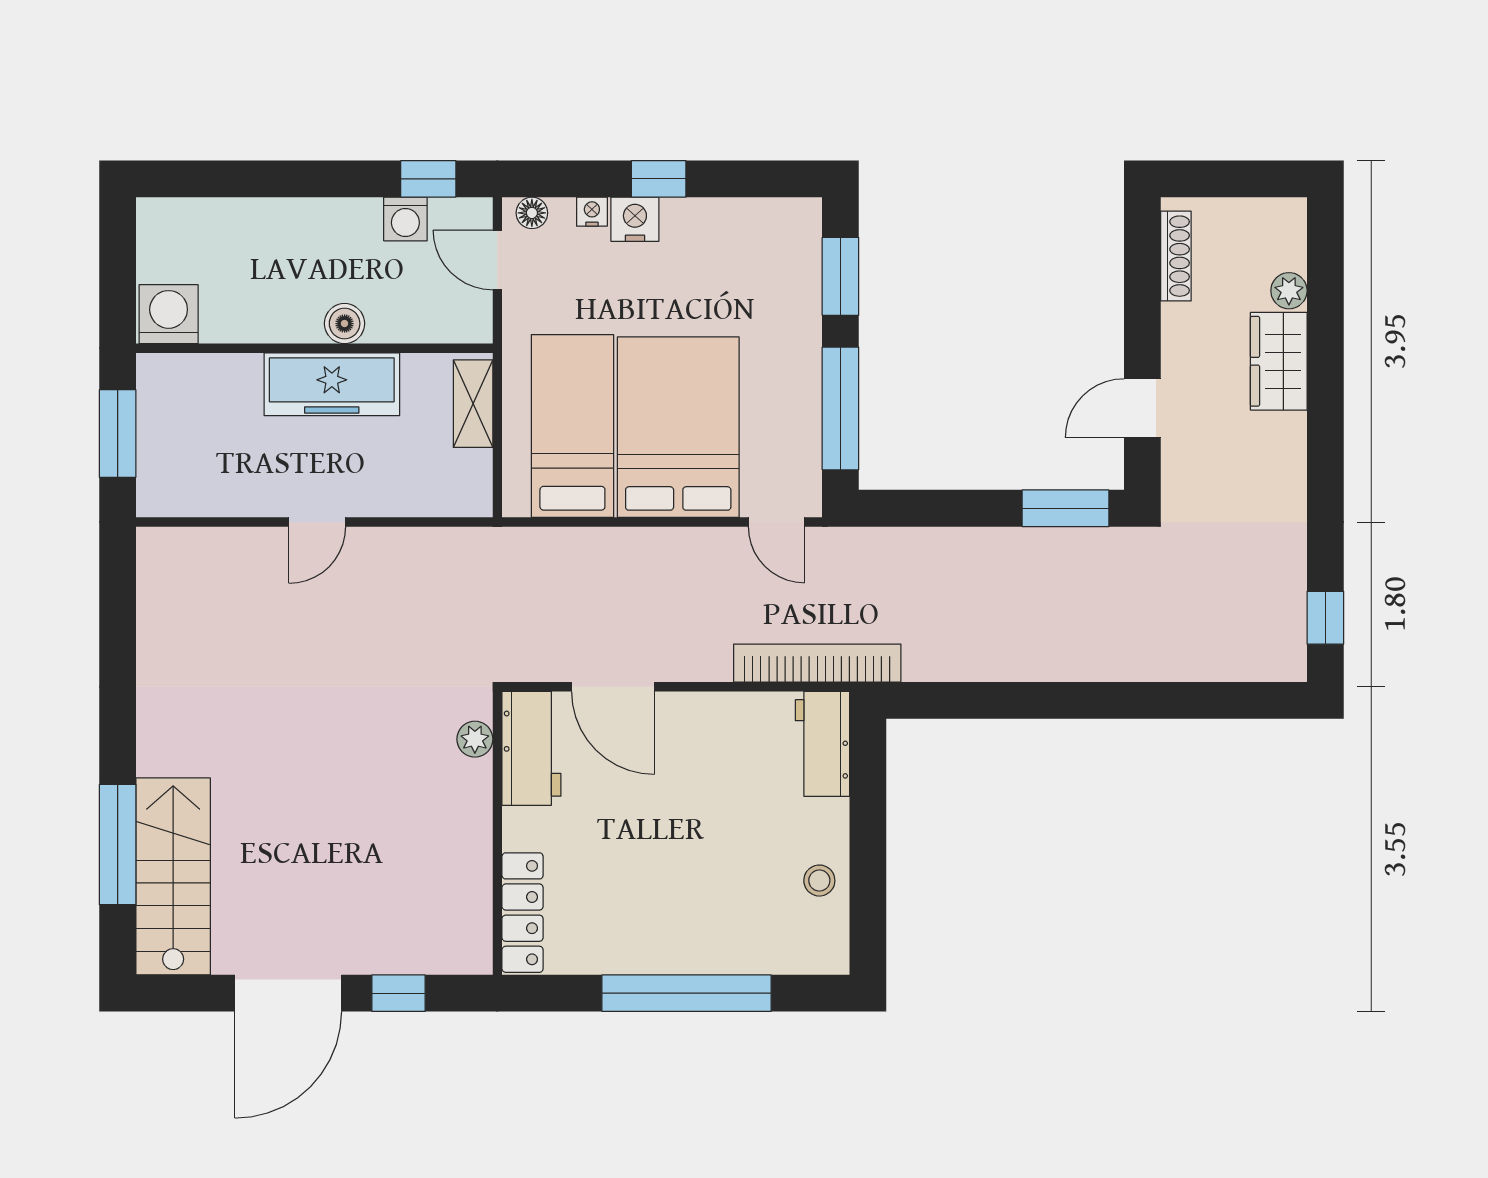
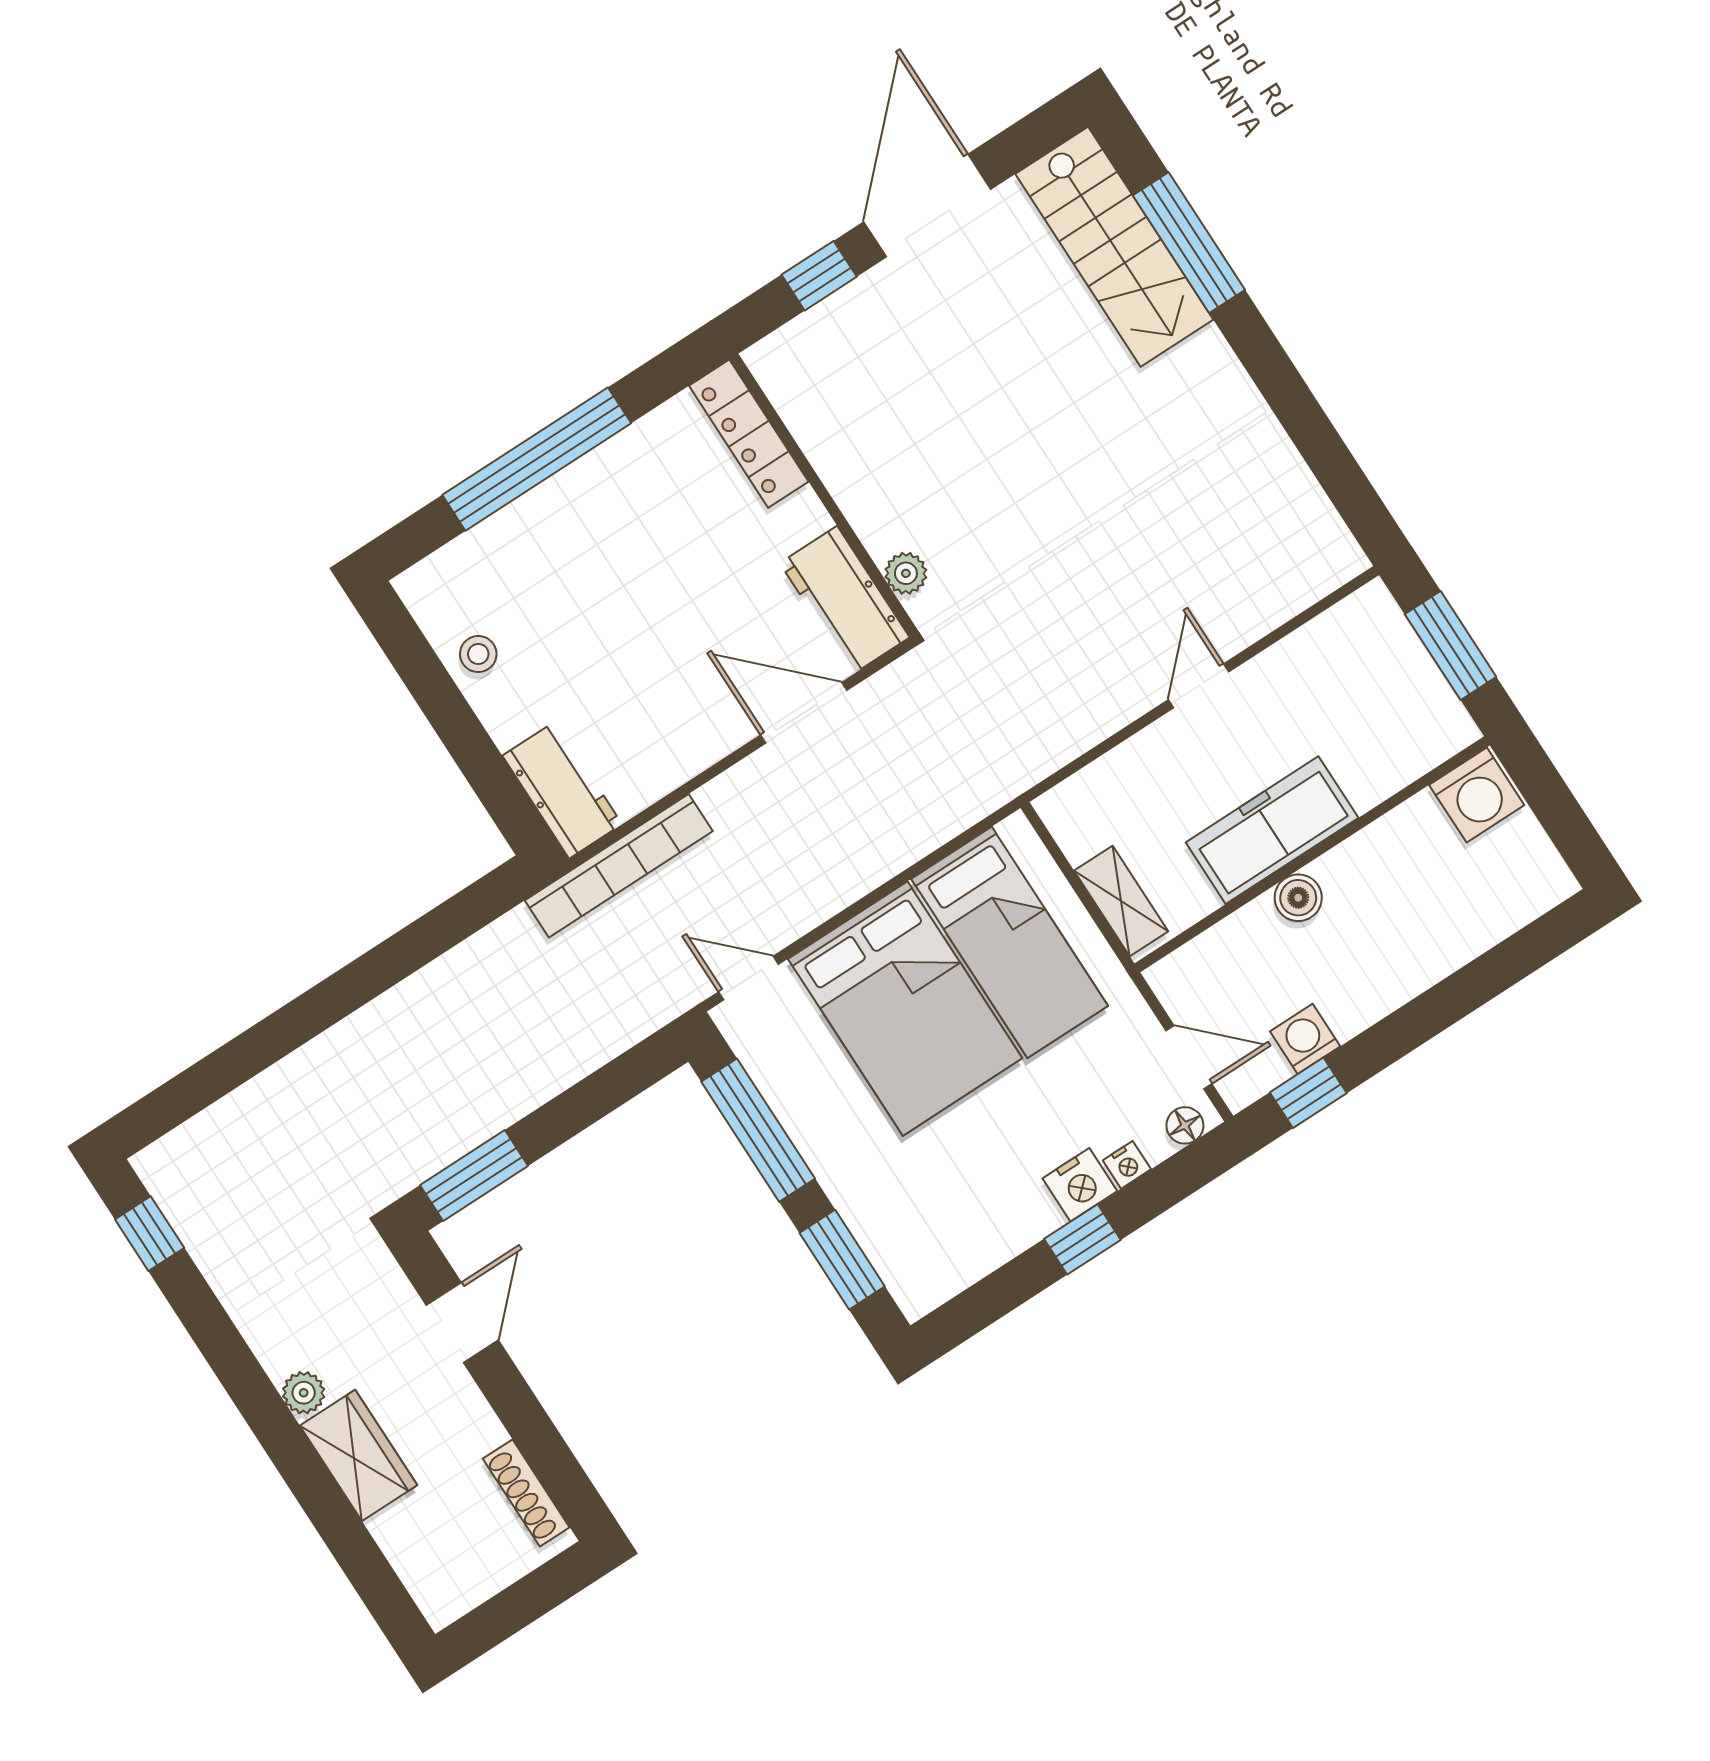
plant: (1289, 291) -> (304, 1393), moved

